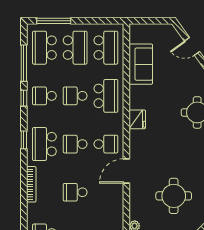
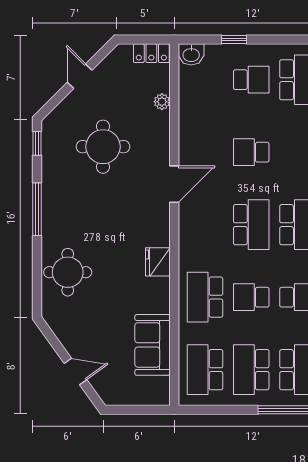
school desk: (75, 96) -> (251, 297), turned 180
school desk: (75, 144) -> (251, 225), width x1.85
school desk: (106, 144) -> (205, 225), removed
school desk: (75, 192) -> (251, 152), turned 180

